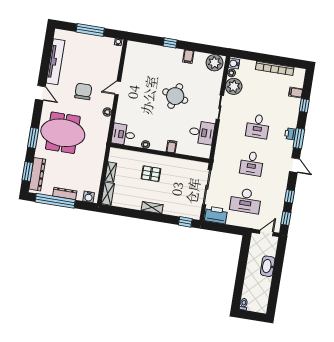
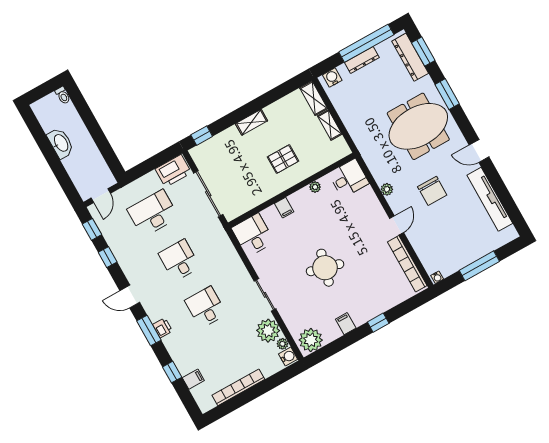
bookcase: (129, 62) -> (407, 264), added
desk: (202, 132) -> (253, 235), moved, turned 90
washbasin: (268, 266) -> (61, 143), moved

